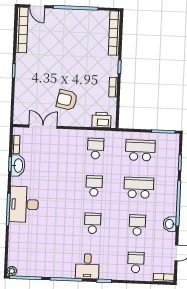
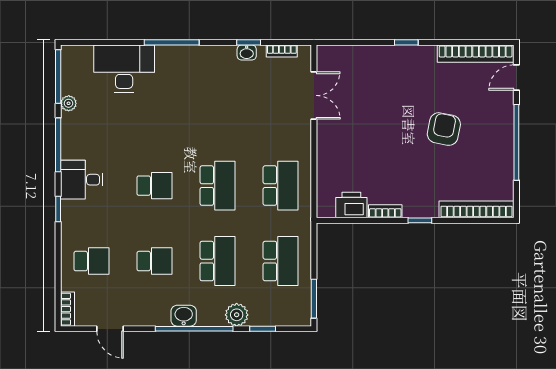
armchair: (67, 100) -> (444, 129), moved
printer: (101, 120) -> (351, 205), moved, turned -90
school desk: (96, 149) -> (281, 186), width x1.85
washbasin: (18, 166) -> (247, 53), width x0.52, depth x0.69
plant: (171, 178) -> (237, 315), added
school desk: (94, 186) -> (218, 186), width x1.85
desk: (24, 204) -> (124, 69), moved
washbasin: (170, 224) -> (184, 316), moved
plant: (12, 271) -> (69, 103), moved

